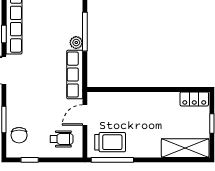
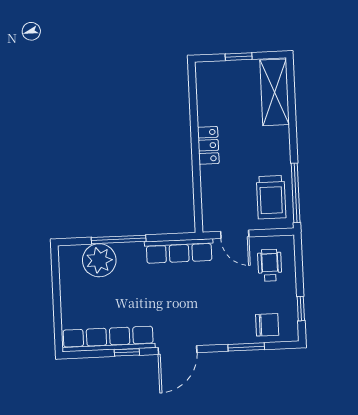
plant: (76, 43) -> (99, 260), moved, width x1.88, depth x1.88
locker: (194, 99) -> (208, 145), moved
trolley: (110, 142) -> (271, 197), turned 180

